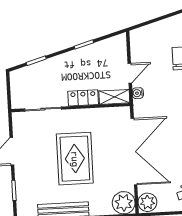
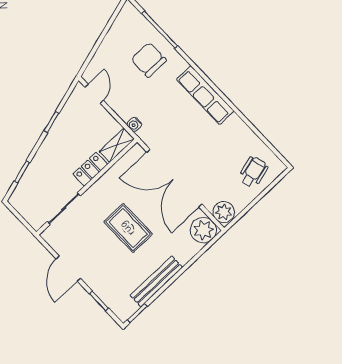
door: (130, 73) -> (94, 94), moved
double door: (134, 152) -> (174, 178), swing flipped
rug: (75, 159) -> (128, 228), width x0.73, depth x0.70

